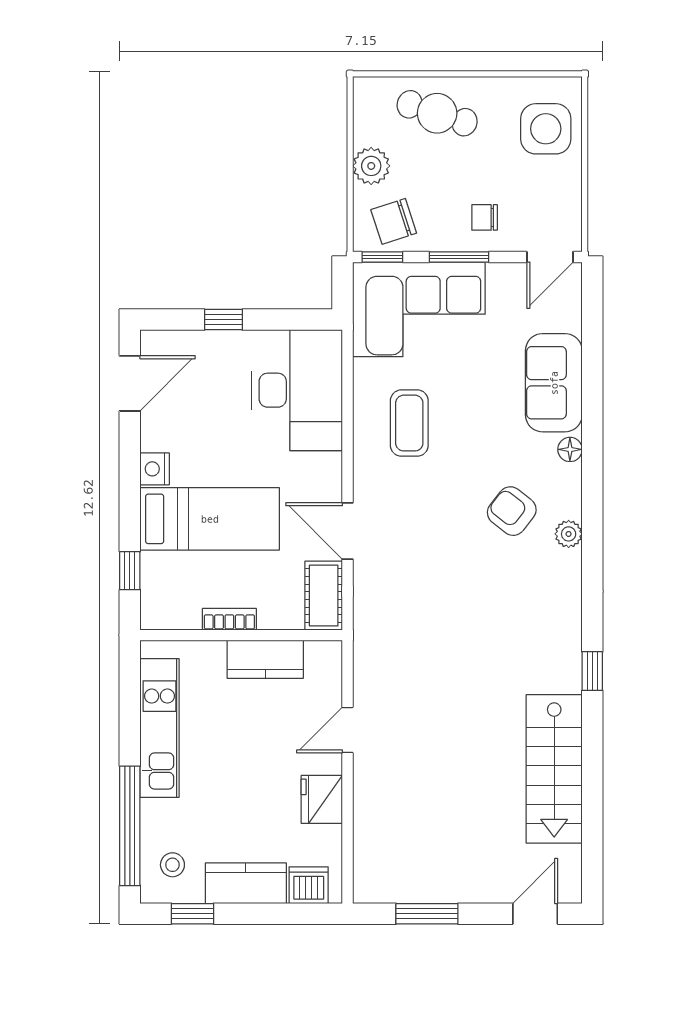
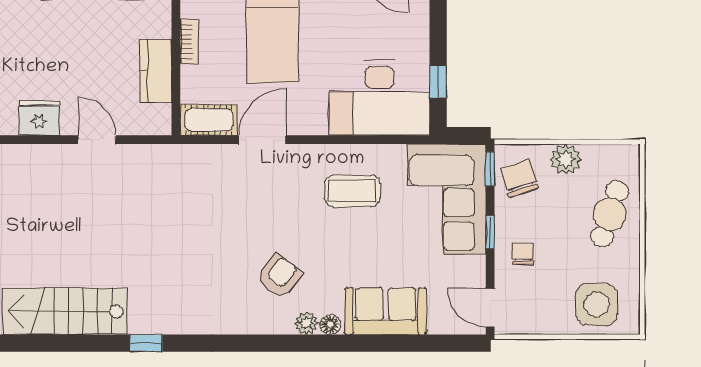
window: (459, 257) -> (490, 232), width x0.67
window: (224, 320) -> (438, 82), moved
plant: (569, 534) -> (306, 323), moved

